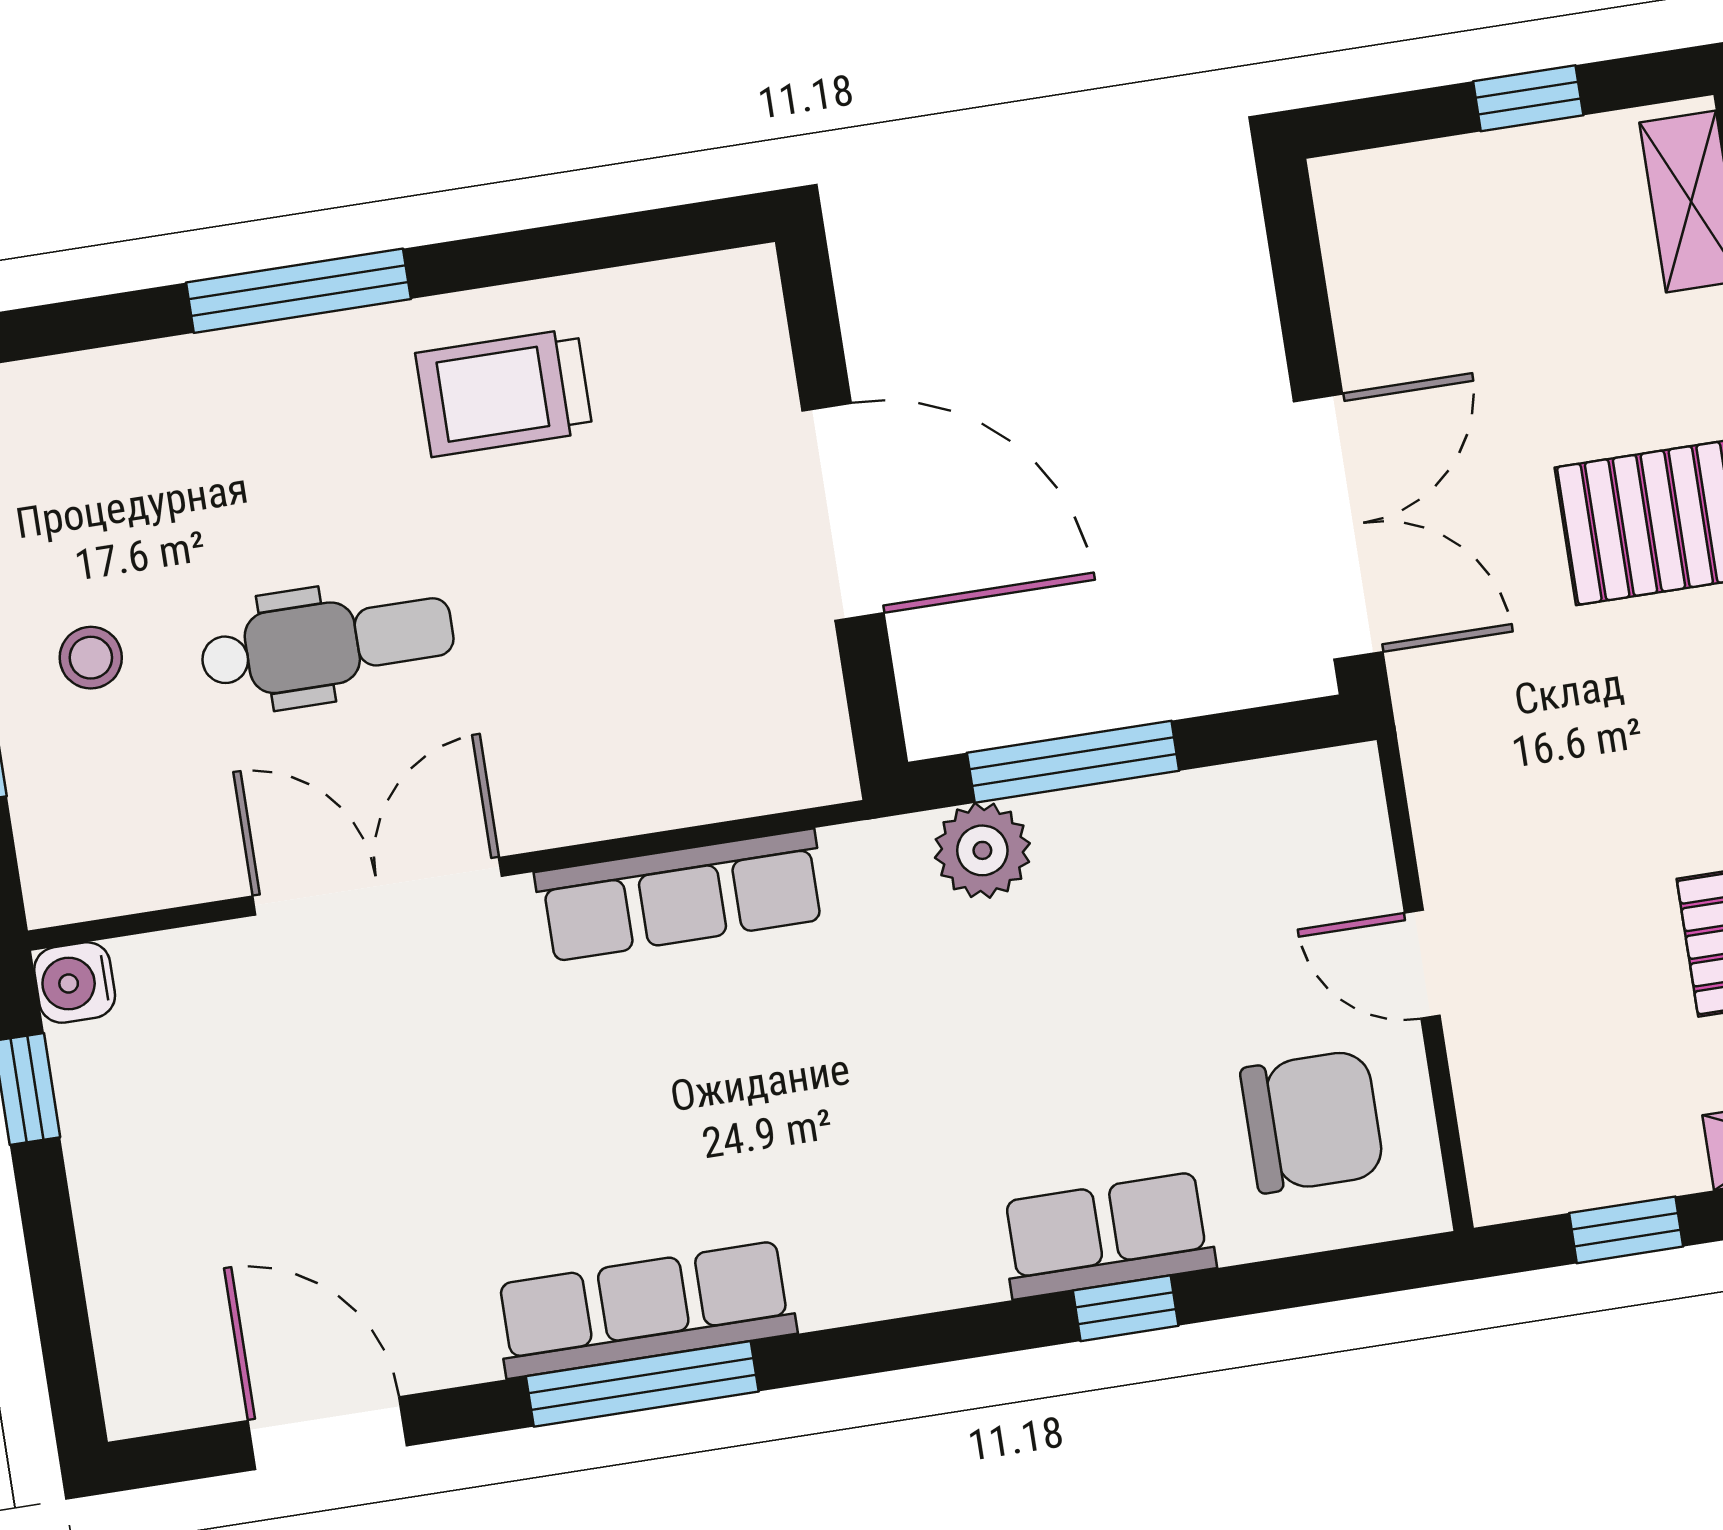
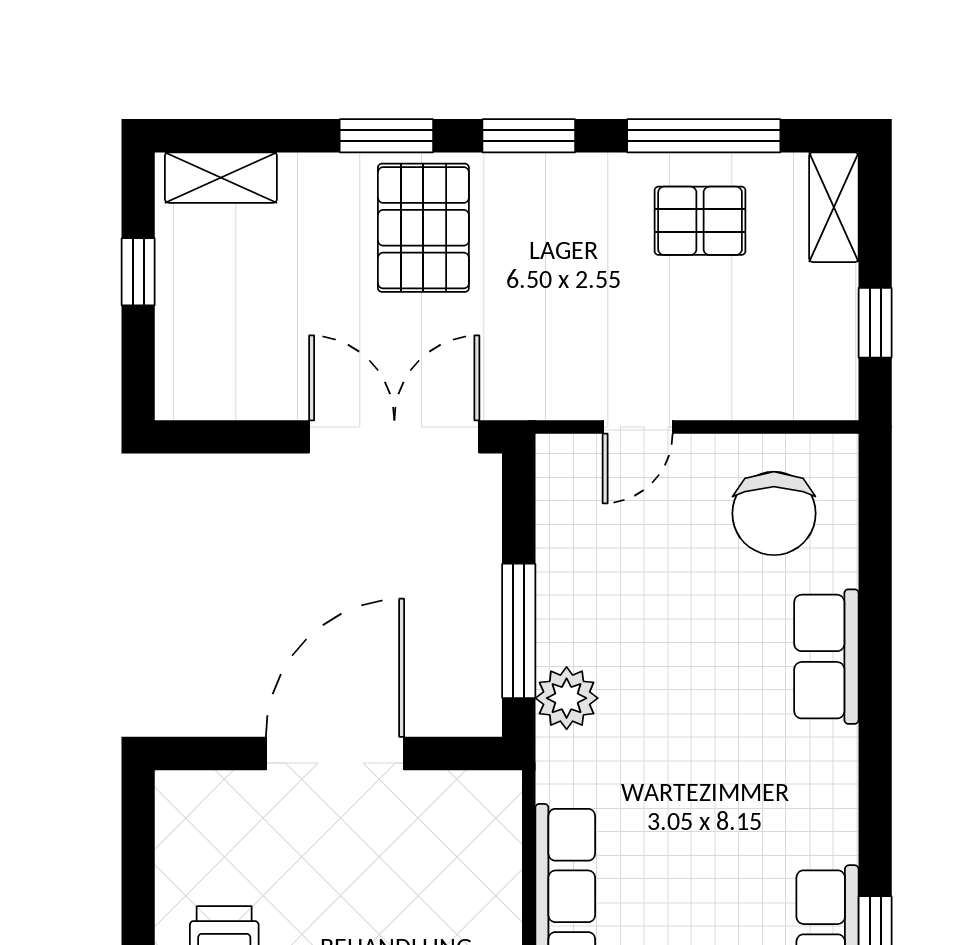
door: (1422, 964) -> (638, 427), moved
chair: (1312, 1122) -> (774, 513), turned 180
window: (1126, 1308) -> (875, 652), removed

